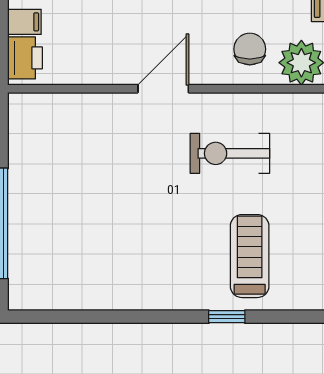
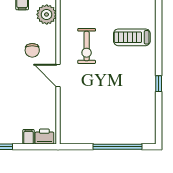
chair: (250, 49) -> (32, 50), moved, turned -90
window: (227, 317) -> (159, 84), moved

